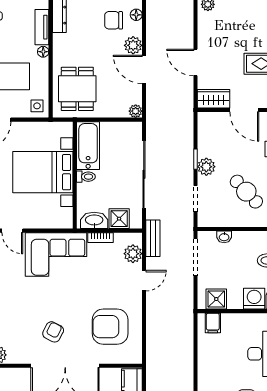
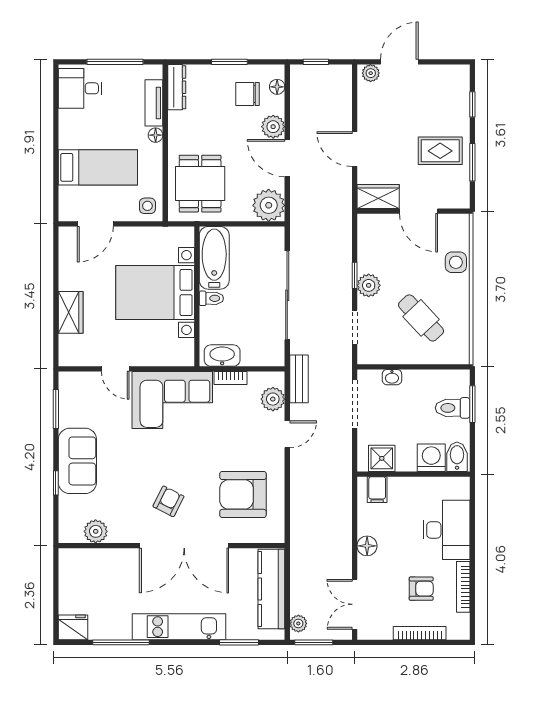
plant: (136, 111) -> (269, 205), width x1.87, depth x1.87
shower: (119, 219) -> (255, 353), removed
floor lamp: (205, 366) -> (367, 546), added

